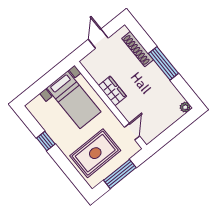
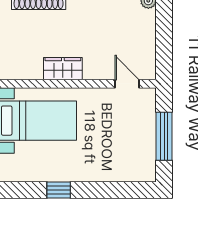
rug: (95, 153) -> (118, 145), removed

